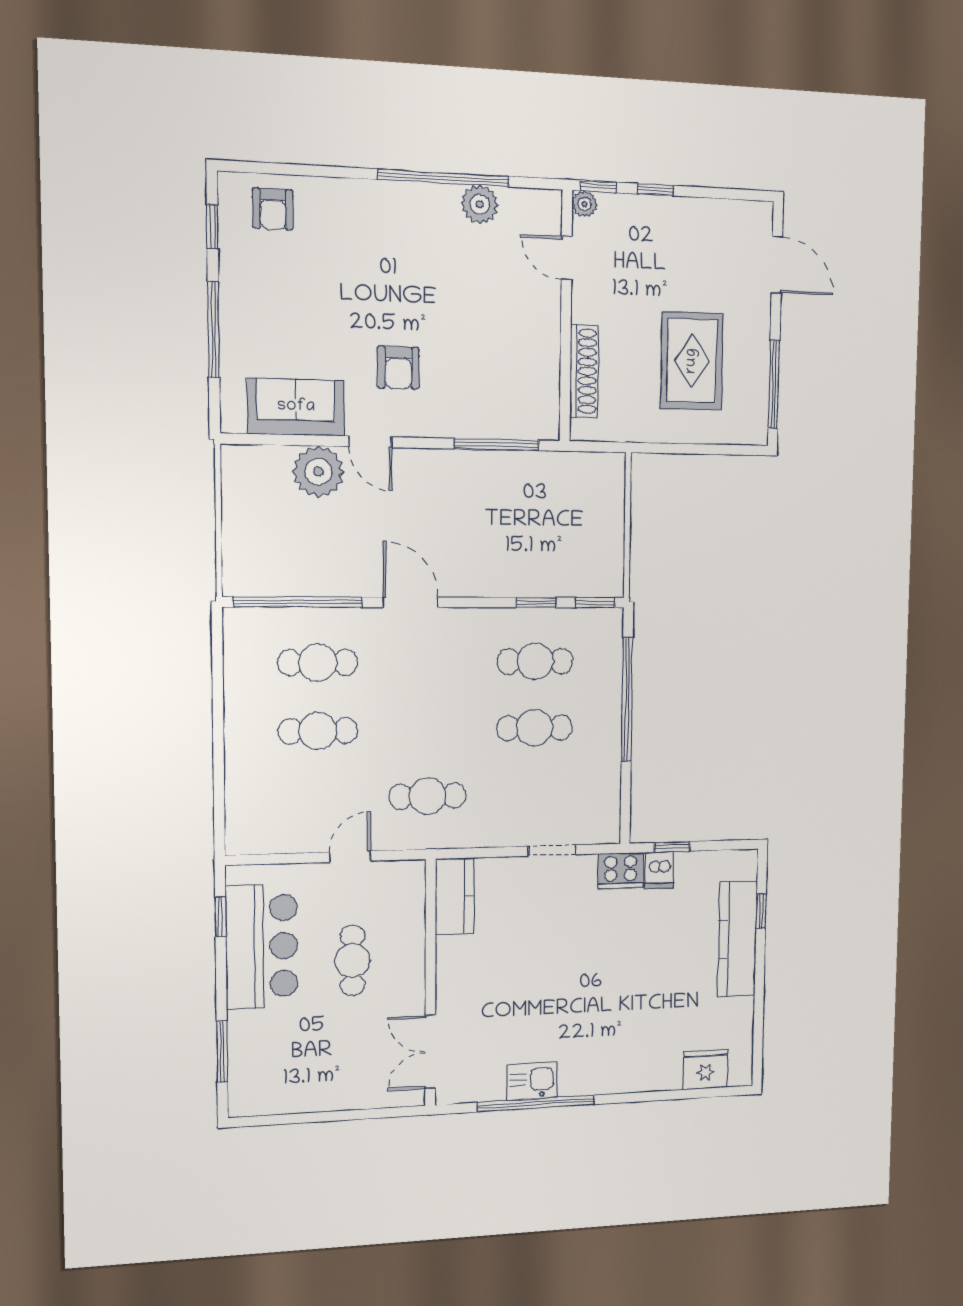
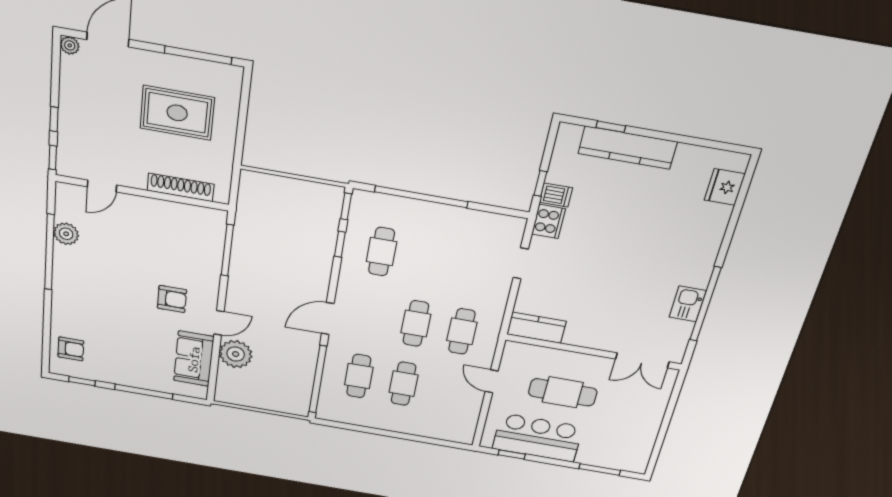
plant: (585, 204) -> (70, 45), moved
cafe table: (535, 728) -> (416, 324), moved
cafe table: (352, 960) -> (563, 392), width x1.37, depth x1.35

